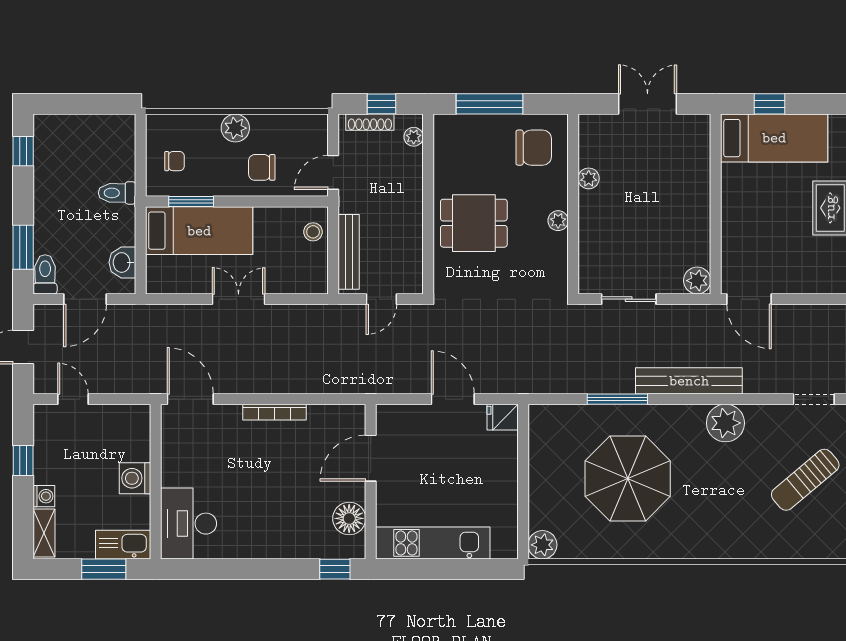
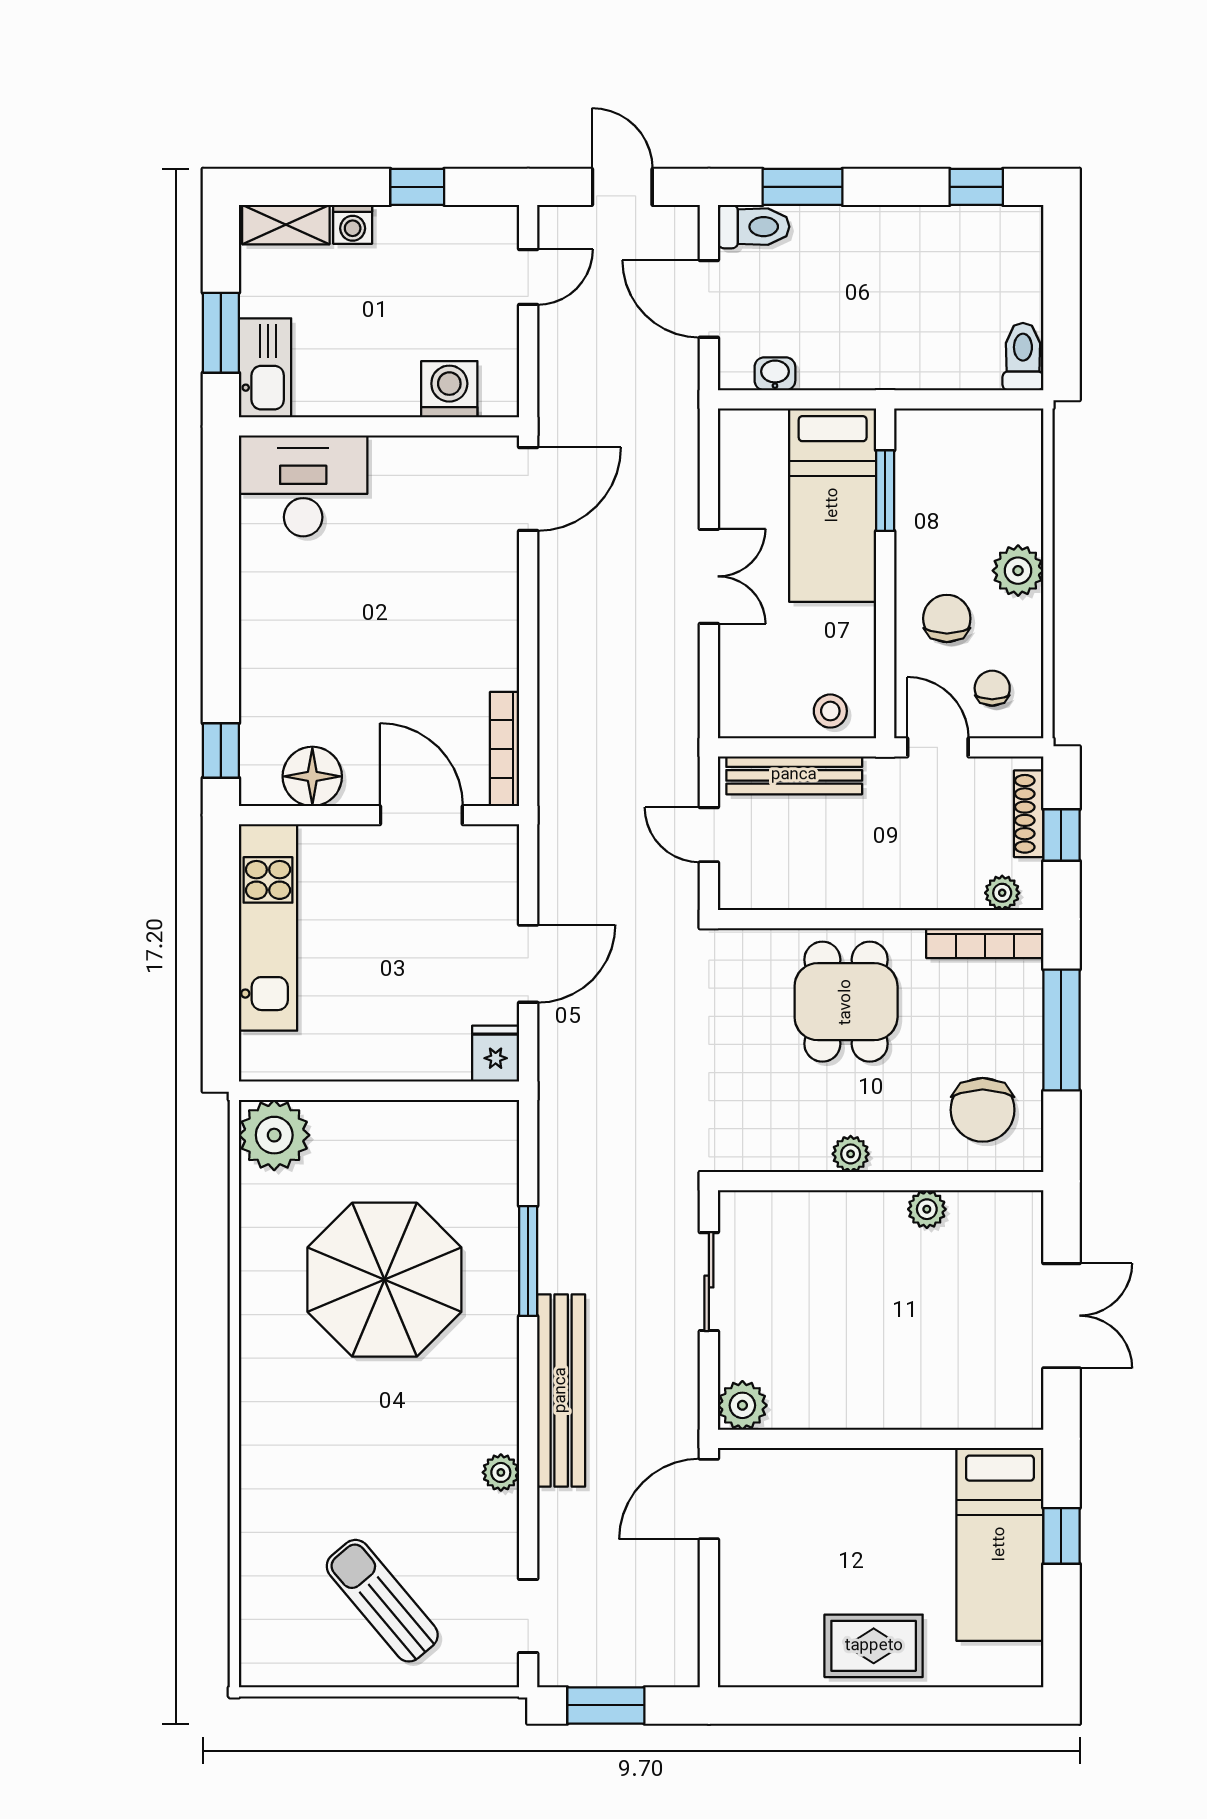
bookcase: (441, 146) -> (985, 943), added
chair: (174, 161) -> (992, 688), moved, turned 180
toilet: (117, 193) -> (1023, 357), moved
washbasin: (122, 262) -> (775, 374), width x0.72, depth x0.69
bookcase: (275, 412) -> (505, 749), moved
plant: (725, 423) -> (501, 1472), width x0.53, depth x0.53
washing machine: (135, 478) -> (449, 389), moved
plant: (542, 545) -> (274, 1135), width x1.36, depth x1.36

